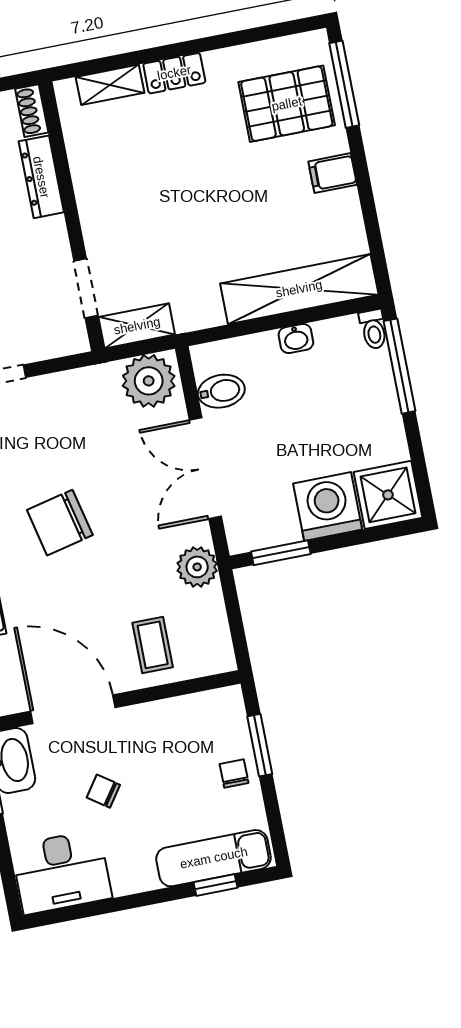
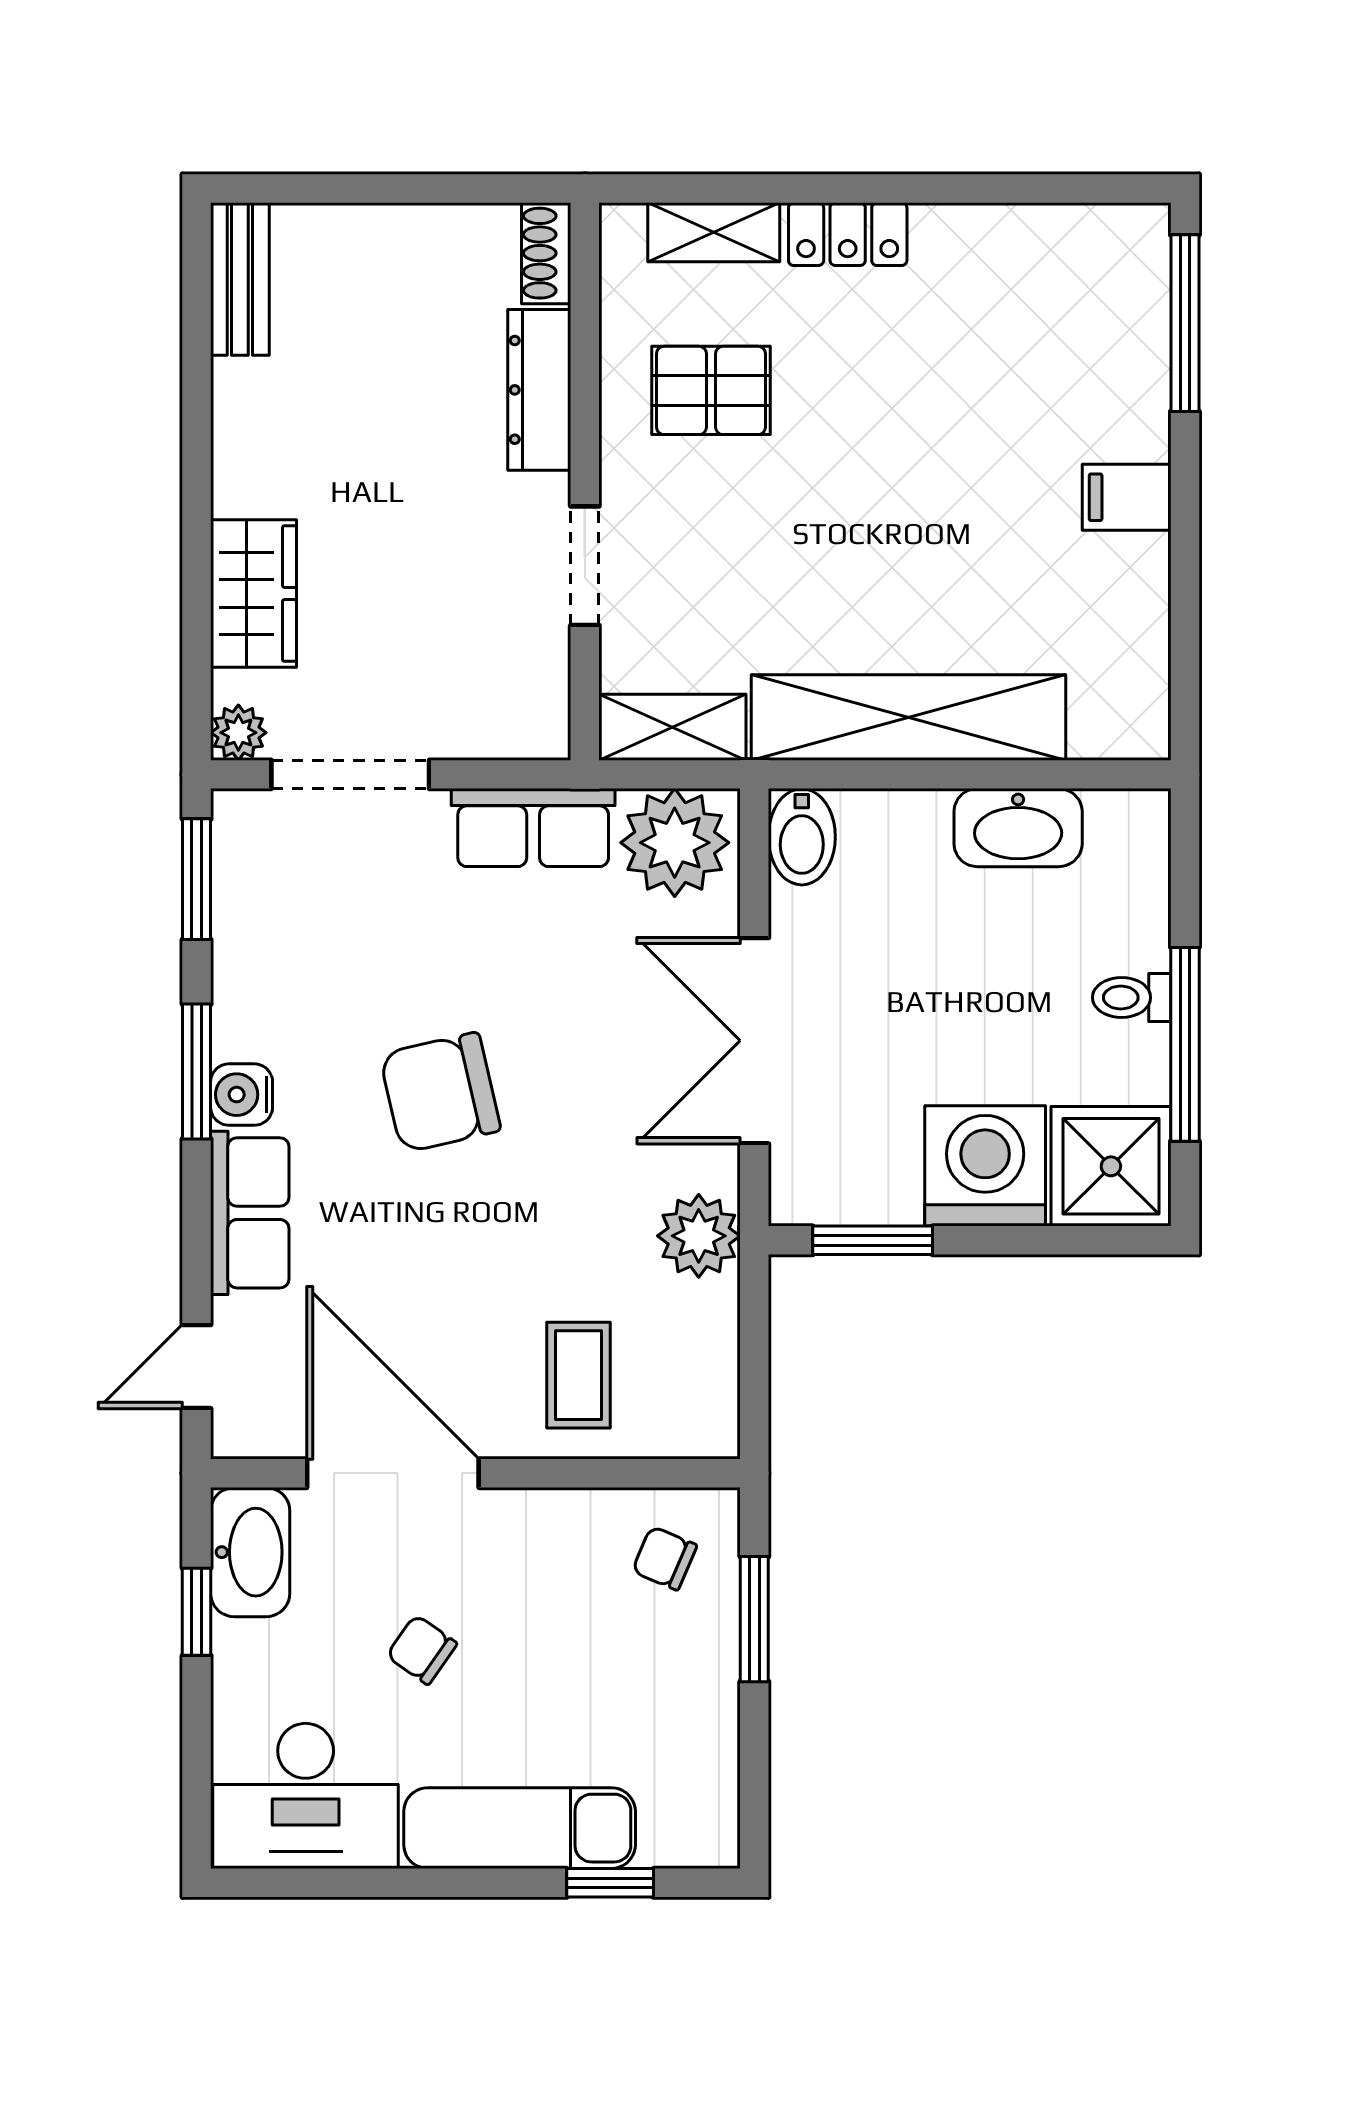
pallet: (287, 104) -> (711, 390), moved, width x0.67, depth x0.71
doorway: (86, 288) -> (585, 566), moved
shelving: (299, 289) -> (909, 717), moved
toilet: (373, 329) -> (1132, 998), moved, turned 90
washbasin: (296, 339) -> (1018, 828), width x1.91, depth x1.45
window: (400, 366) -> (1185, 1044), moved
row of seats: (79, 387) -> (533, 828), added
bidet: (221, 391) -> (802, 837), moved, turned 90
chair: (234, 773) -> (665, 1558), moved, turned -67
exam couch: (214, 858) -> (520, 1828), moved

